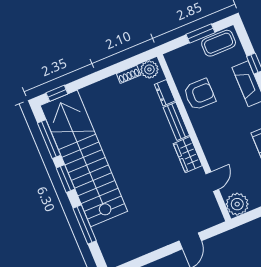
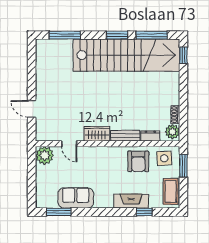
window: (201, 34) -> (183, 166), moved
side table: (184, 66) -> (164, 158), added
window: (85, 225) -> (65, 35), moved

